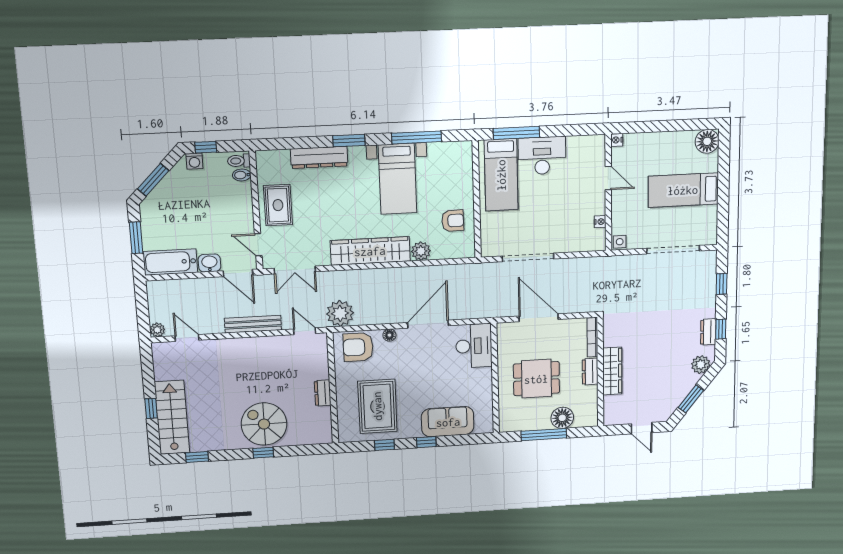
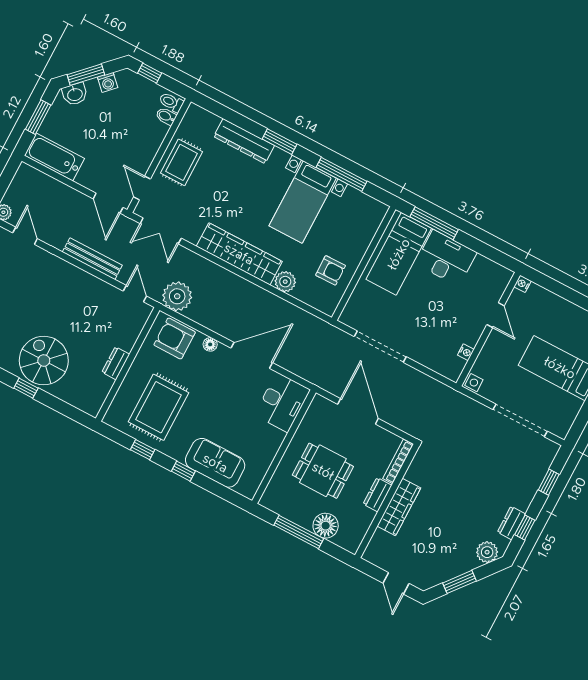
washing machine: (194, 161) -> (108, 82), moved, turned -45
washbasin: (209, 263) -> (75, 94), moved, turned 135

